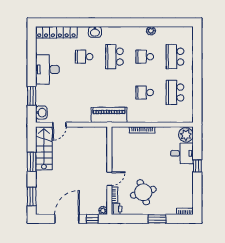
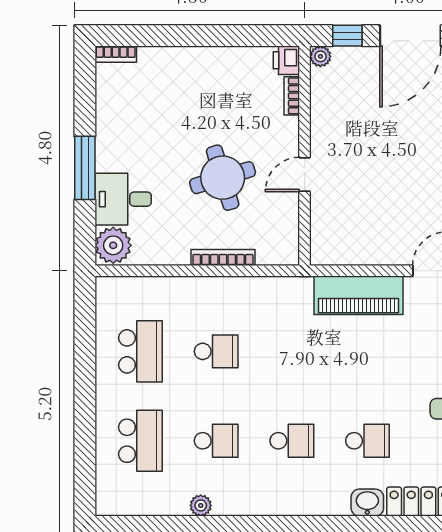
washbasin: (95, 32) -> (367, 503), moved
school desk: (114, 57) -> (292, 441), width x0.54
piano: (109, 115) -> (359, 295), moved
window: (197, 166) -> (85, 168), width x2.17
door: (109, 179) -> (305, 174), moved
round table: (143, 192) -> (223, 178), moved
window: (157, 219) -> (185, 36), removed

